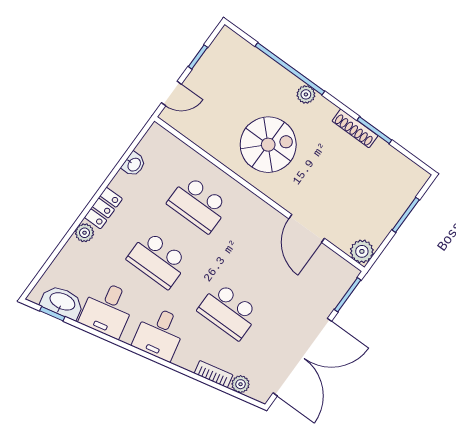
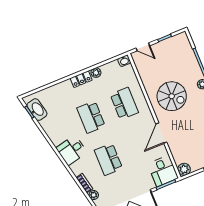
washbasin: (134, 164) -> (124, 61), moved
school desk: (198, 204) -> (124, 103), turned 180
door: (307, 228) -> (161, 133), moved
plant: (85, 233) -> (96, 73), moved
desk: (108, 309) -> (163, 171), moved, turned -78

